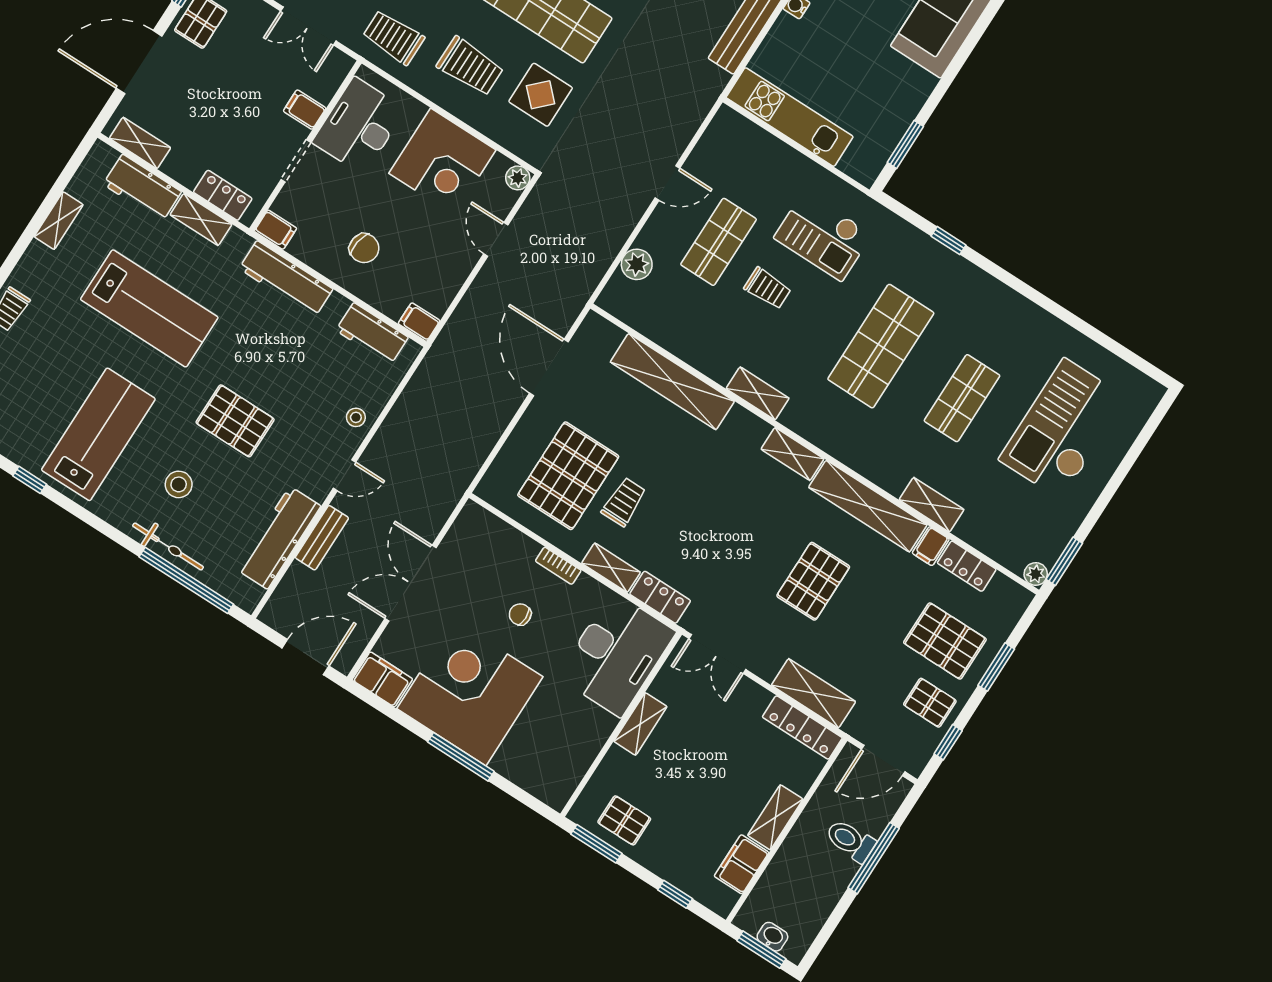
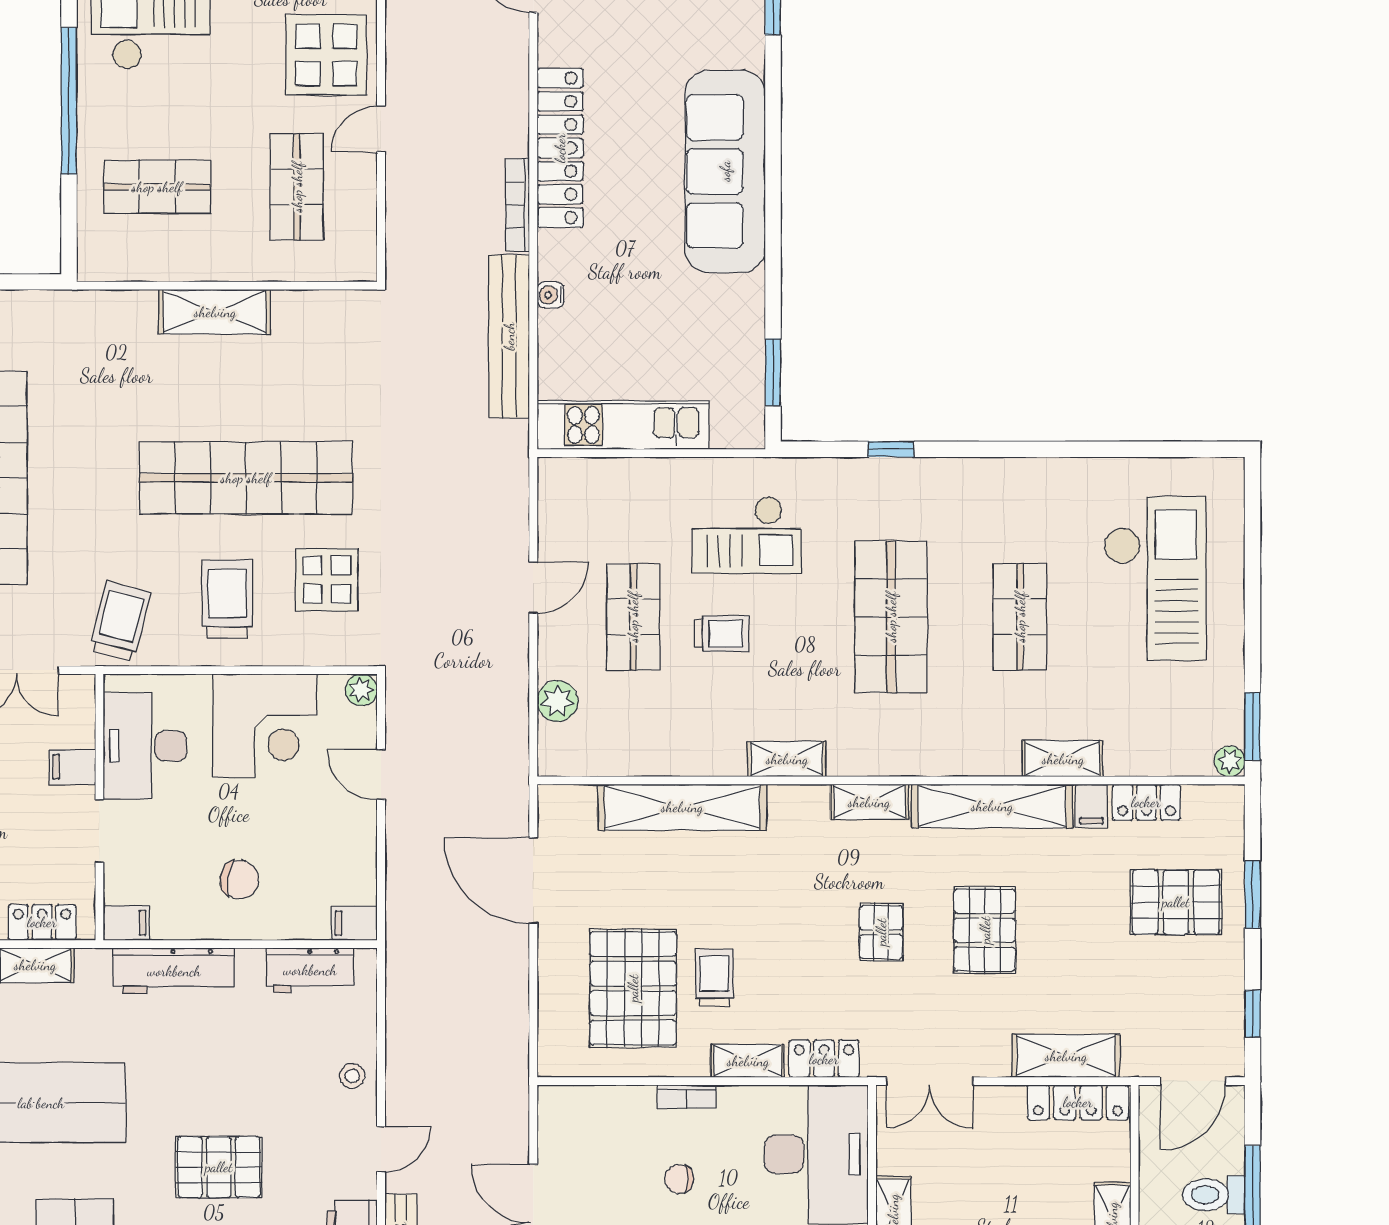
trolley: (394, 37) -> (120, 621), turned 104
trolley: (470, 66) -> (227, 599), turned -90
checkout: (1063, 429) -> (1155, 578), turned 180
pallet: (930, 703) -> (881, 932), moved, turned 90

